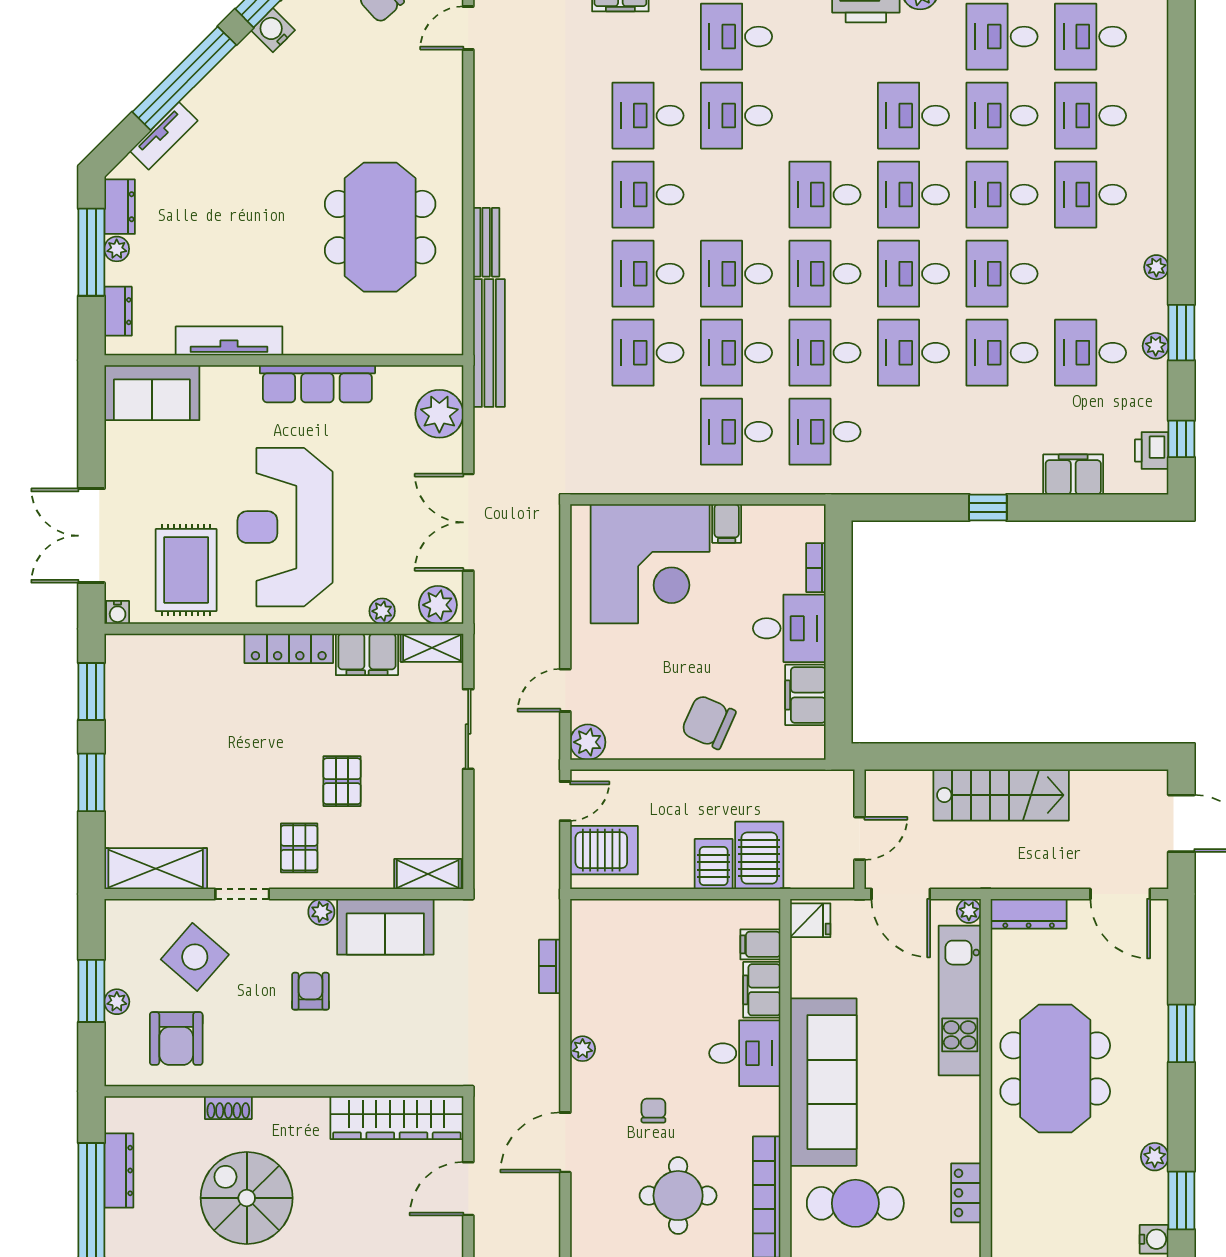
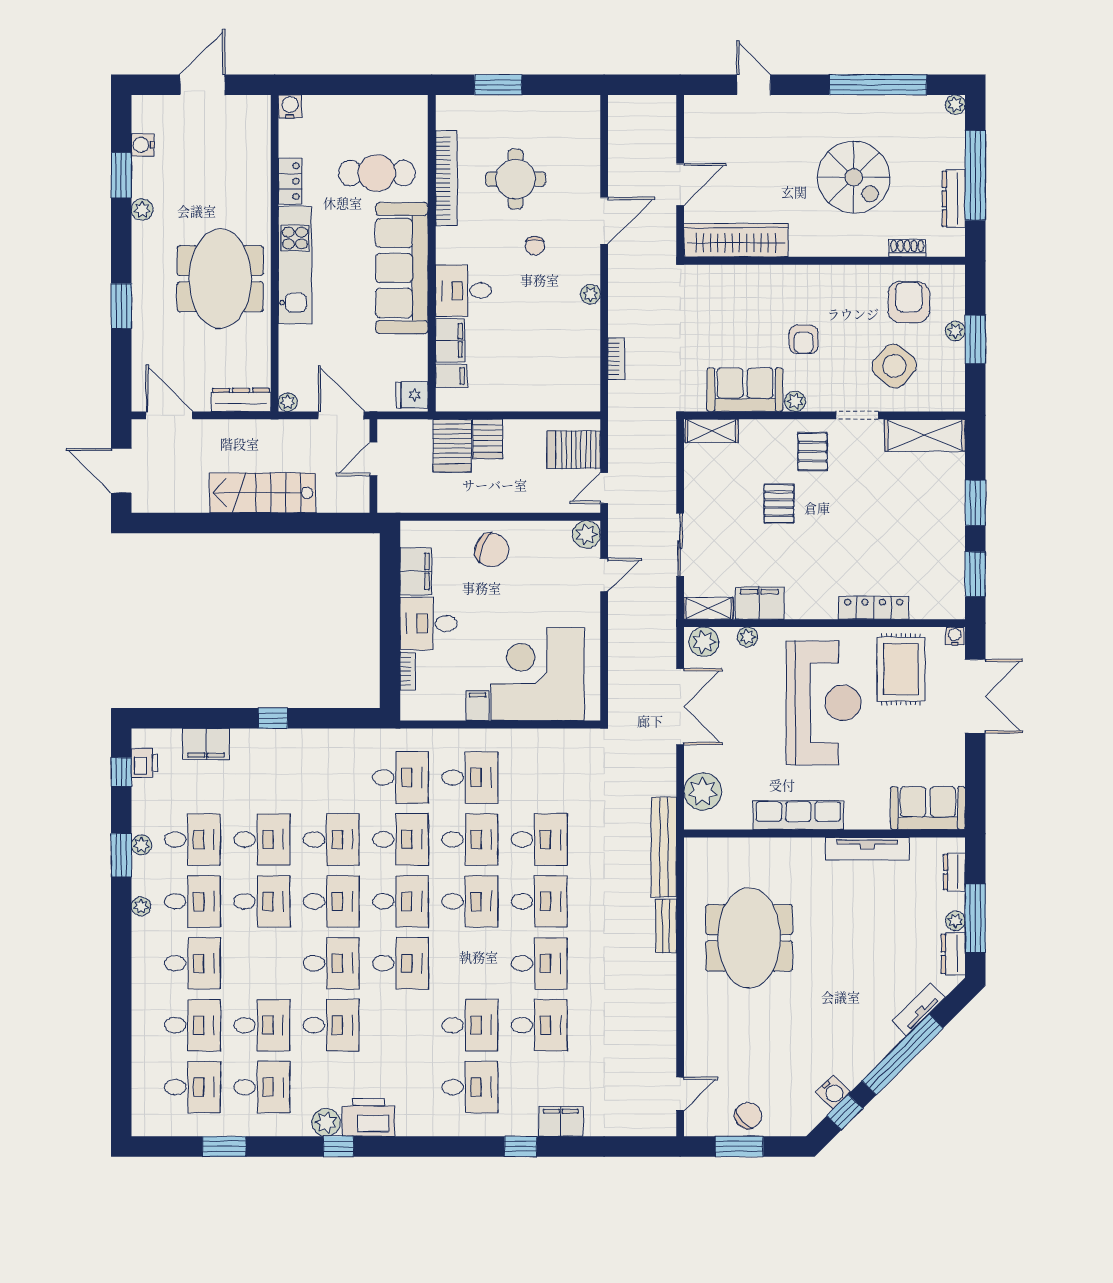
desk: (1002, 195) -> (192, 901), moved
locker: (289, 648) -> (874, 608), moved
kitchen unit: (960, 1000) -> (295, 265), moved
shoe rack: (228, 1108) -> (907, 248), moved

